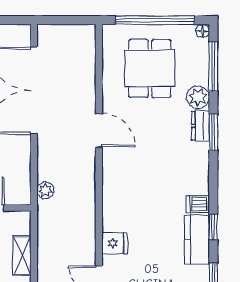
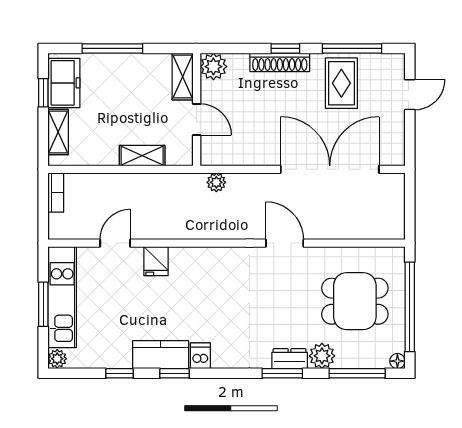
door: (99, 130) -> (285, 243), swing flipped

